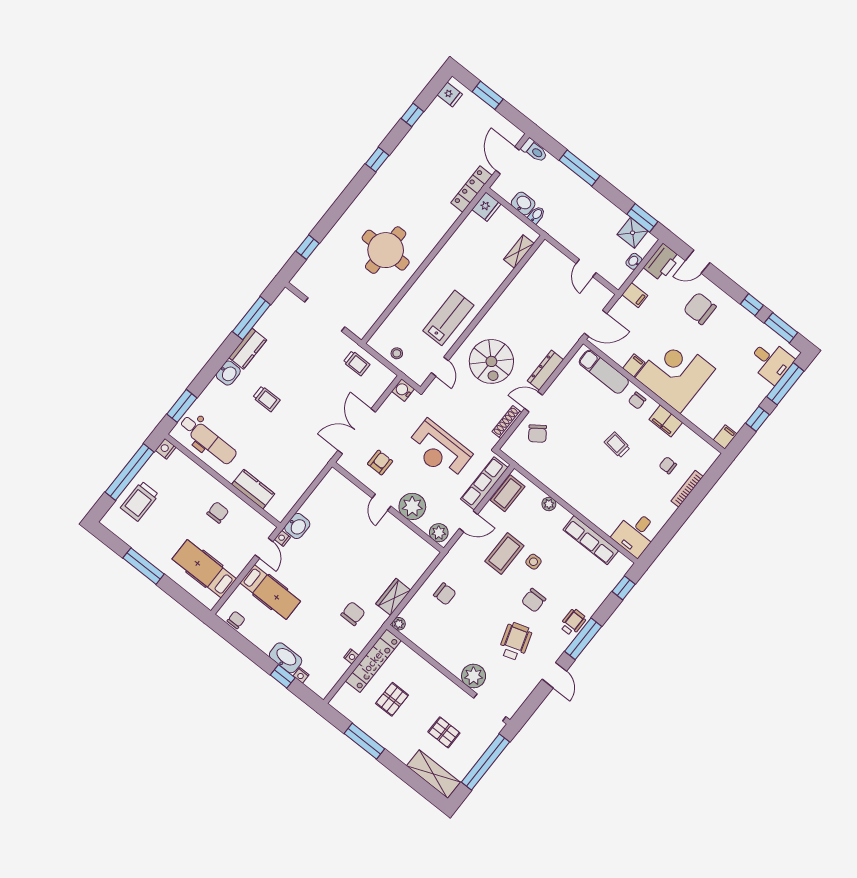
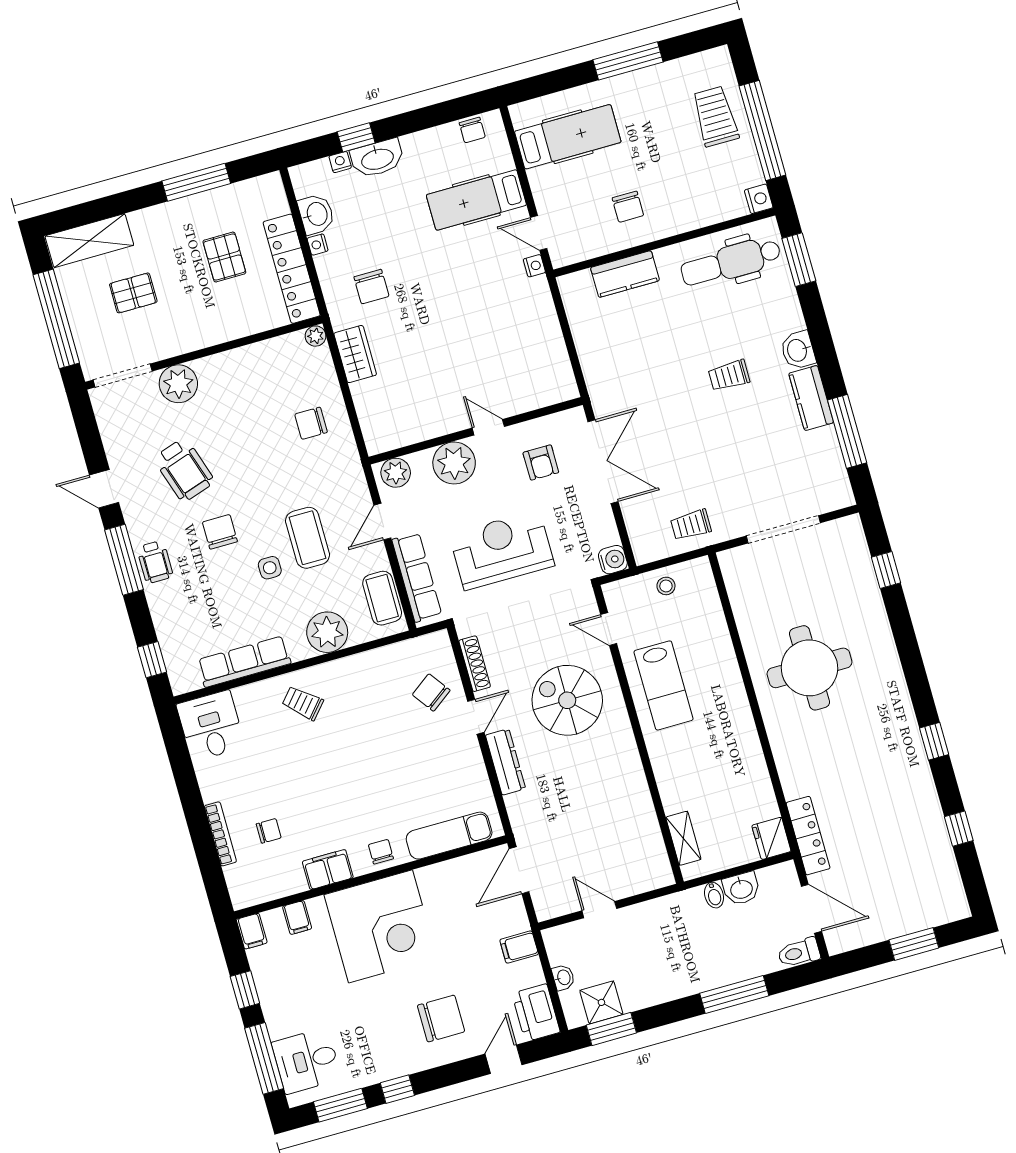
fridge: (450, 94) -> (950, 896), removed
filing cabinet: (634, 365) -> (297, 918), moved
trolley: (617, 445) -> (303, 703), moved, turned -146
plant: (549, 504) -> (327, 632), width x1.87, depth x1.87
washbasin: (297, 526) -> (316, 214), moved, turned 180

